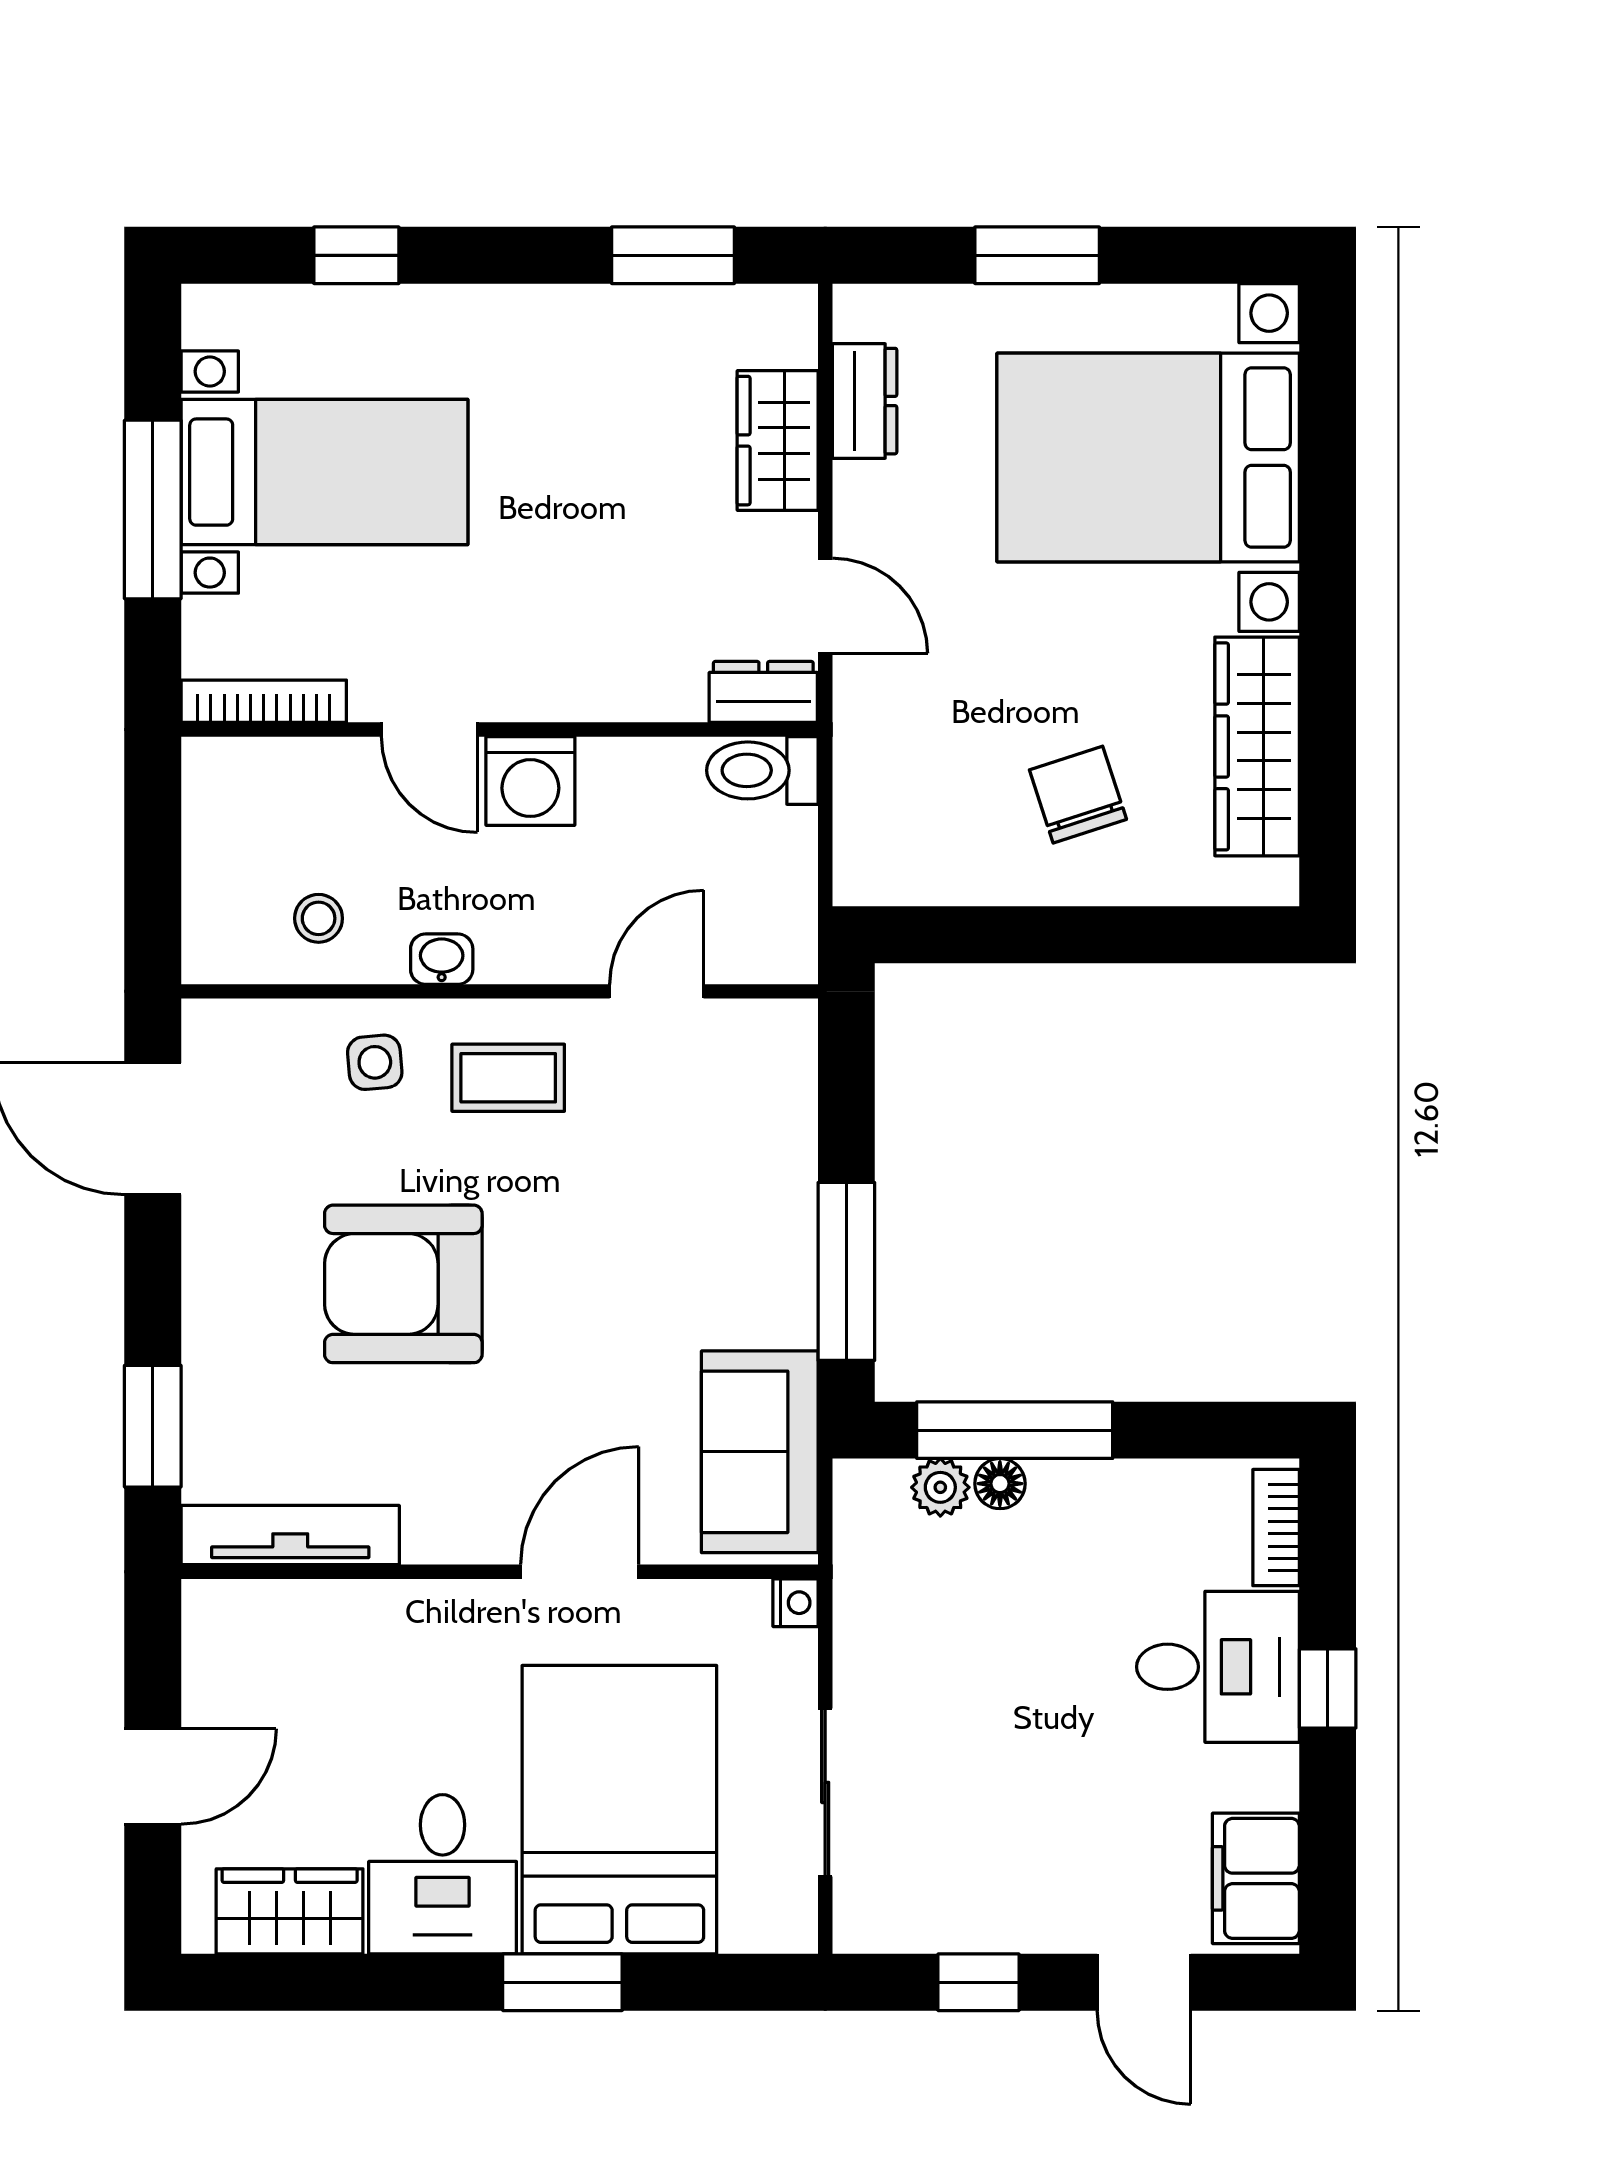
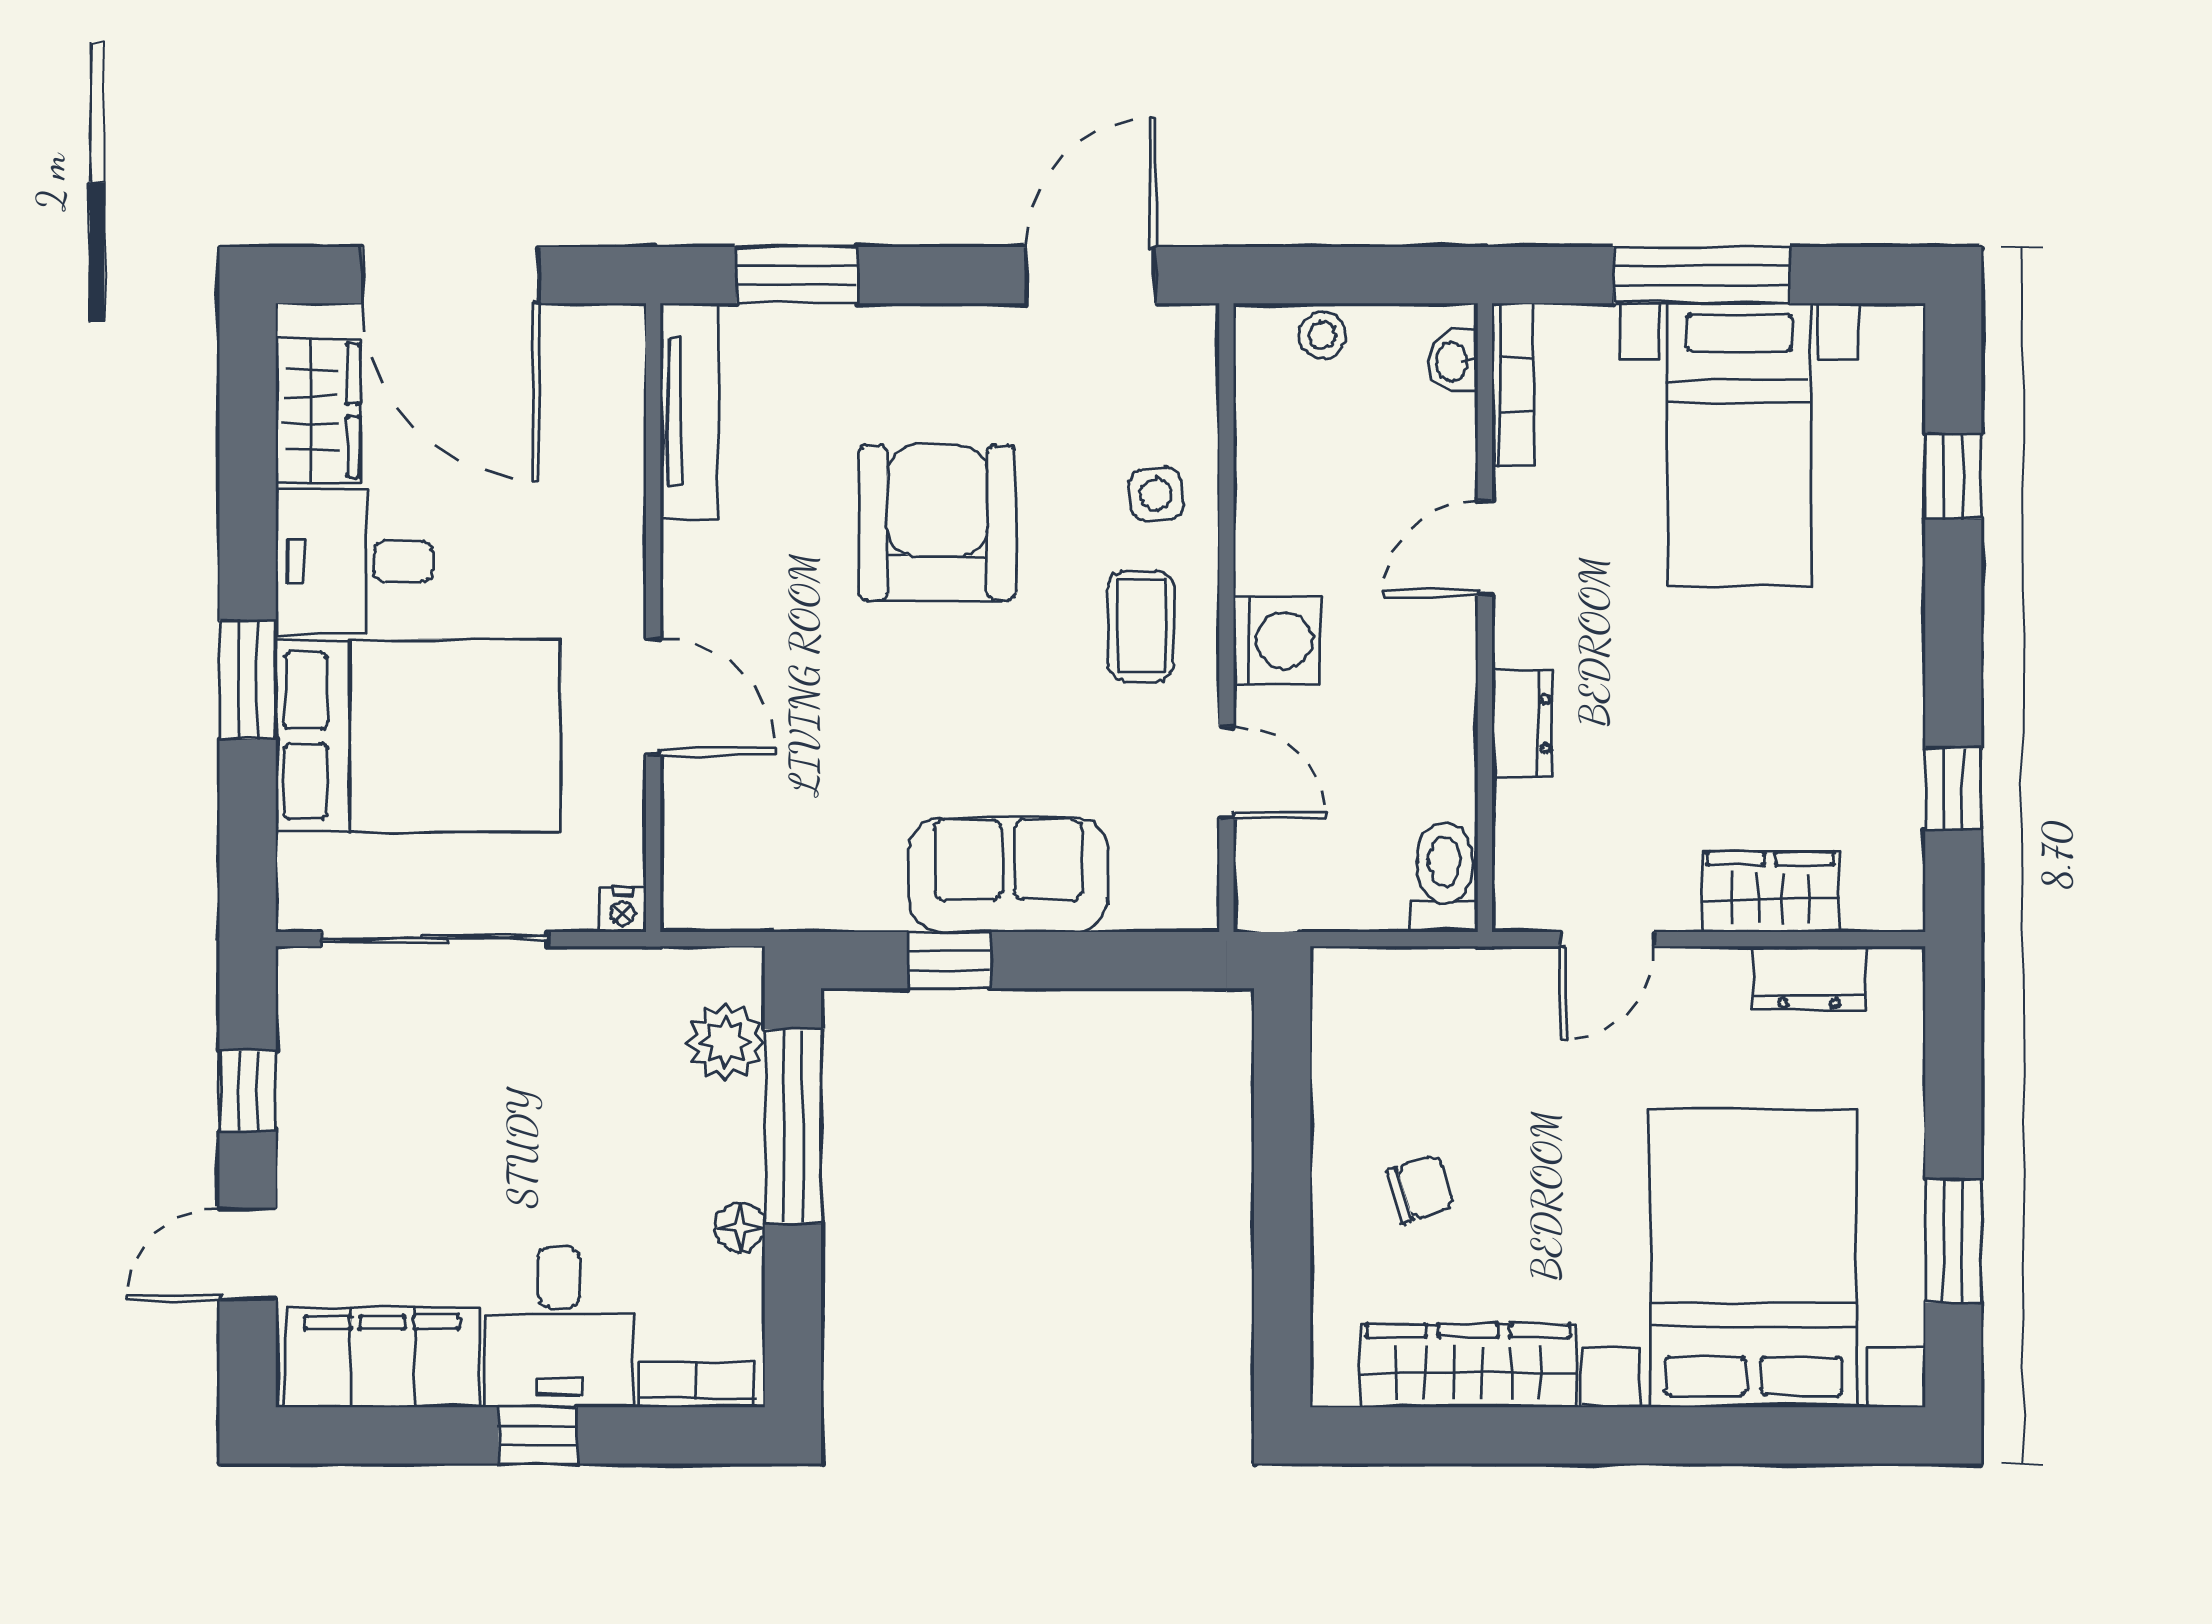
window: (673, 255) -> (1953, 789), width x0.67
window: (1037, 255) -> (1953, 1241), moved
dresser: (763, 692) -> (1522, 724), moved
washing machine: (530, 781) -> (1277, 641), moved, turned 180
chair: (1078, 795) -> (1421, 1189), width x0.73, depth x0.73
stool: (319, 918) -> (1322, 335), moved
washbasin: (442, 959) -> (1453, 362), moved, turned 180
window: (846, 1271) -> (950, 960), width x0.46
sofa: (760, 1452) -> (1008, 875), moved
floor lamp: (1000, 1484) -> (740, 1227), moved
plant: (940, 1487) -> (726, 1042), width x1.38, depth x1.38
door: (153, 1777) -> (451, 275), width x1.88
sliding door: (825, 1792) -> (435, 939), width x1.37
filing cabinet: (1256, 1878) -> (382, 1357), width x1.50, depth x1.17

